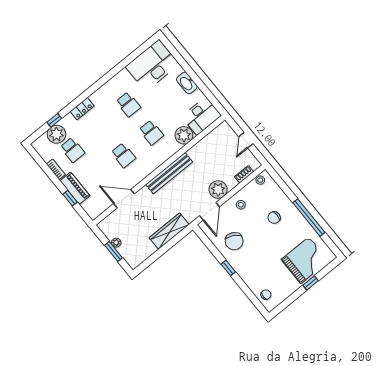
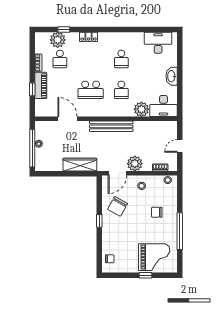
desk: (152, 65) -> (158, 43), width x0.73, depth x0.77
school desk: (123, 155) -> (91, 90), width x1.85
window: (114, 251) -> (32, 148), width x2.11

